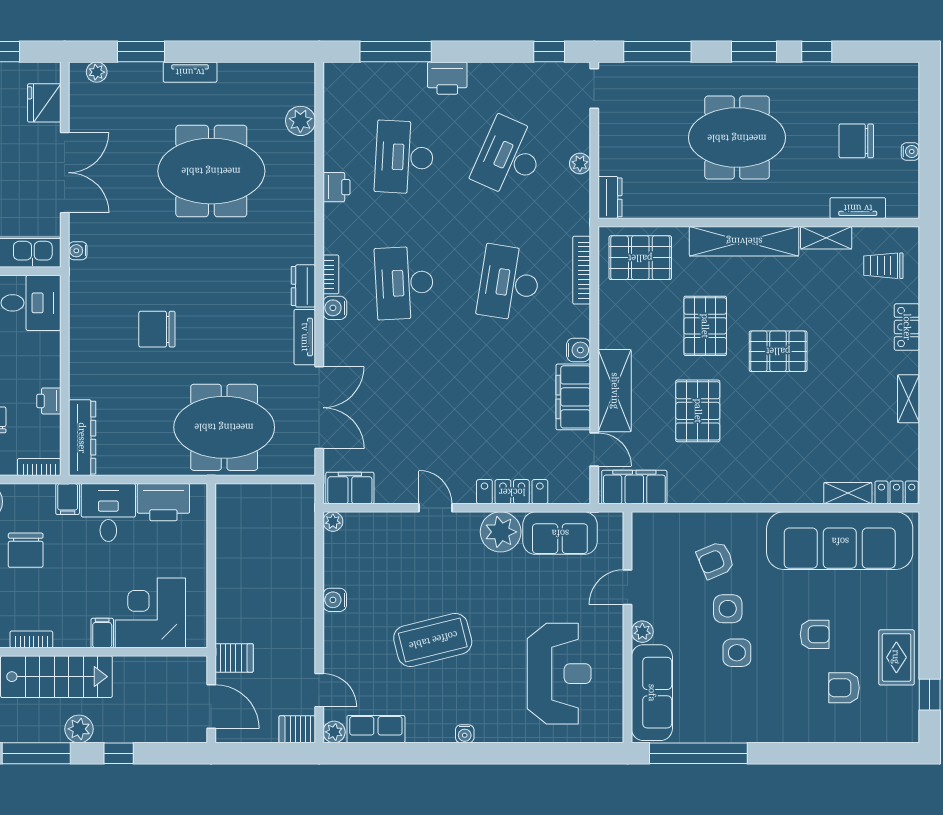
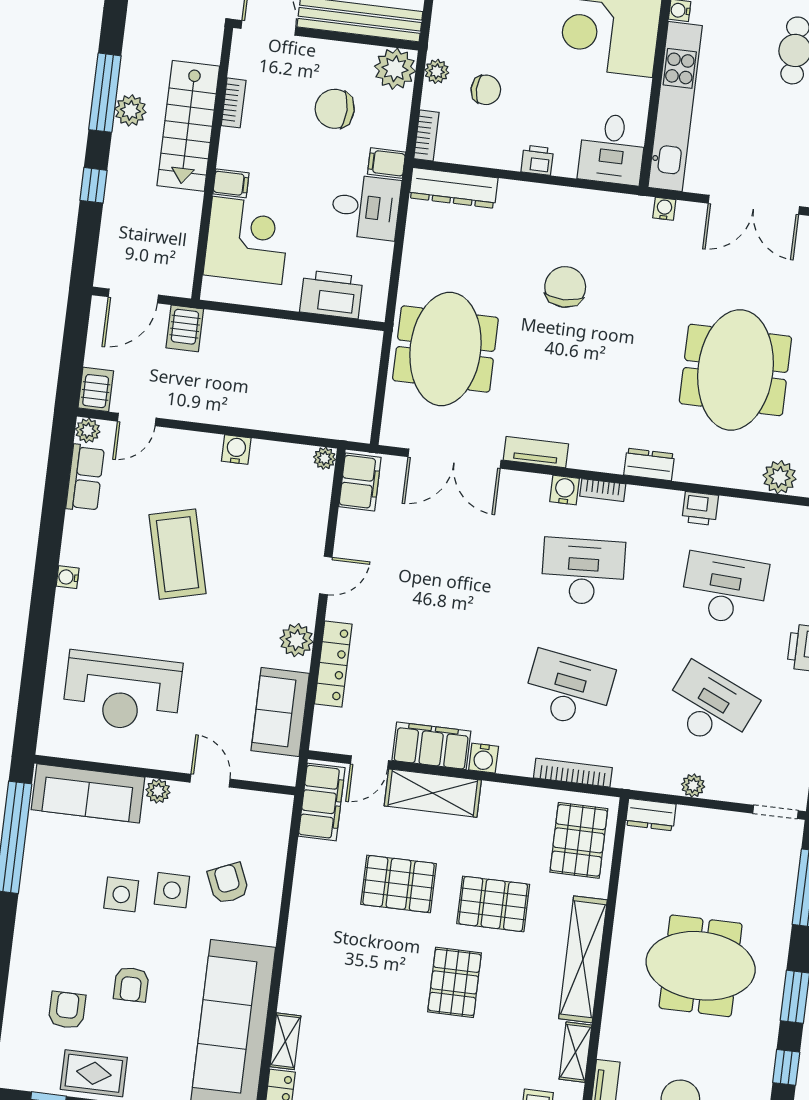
meeting table: (737, 138) -> (701, 966), turned 90
dresser: (303, 286) -> (649, 464), moved
printer: (49, 401) -> (537, 160), moved
printer: (163, 502) -> (331, 294), moved, turned 90
plant: (501, 532) -> (297, 640), width x0.73, depth x0.73
plant: (79, 729) -> (130, 110), moved

